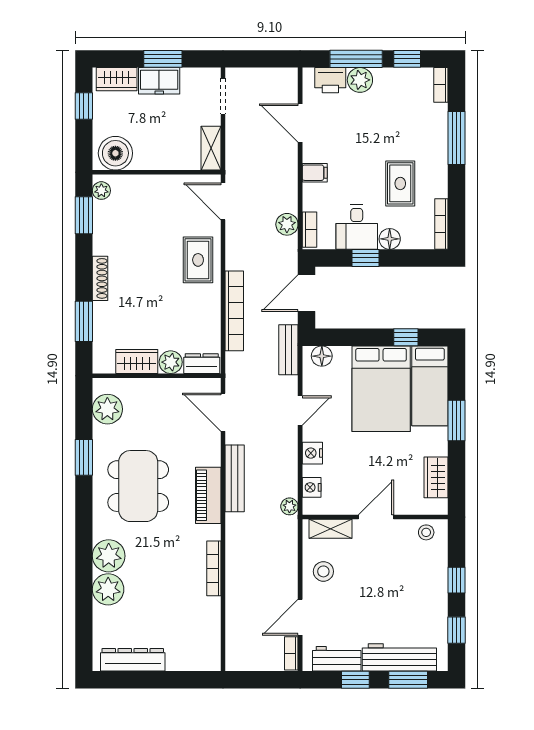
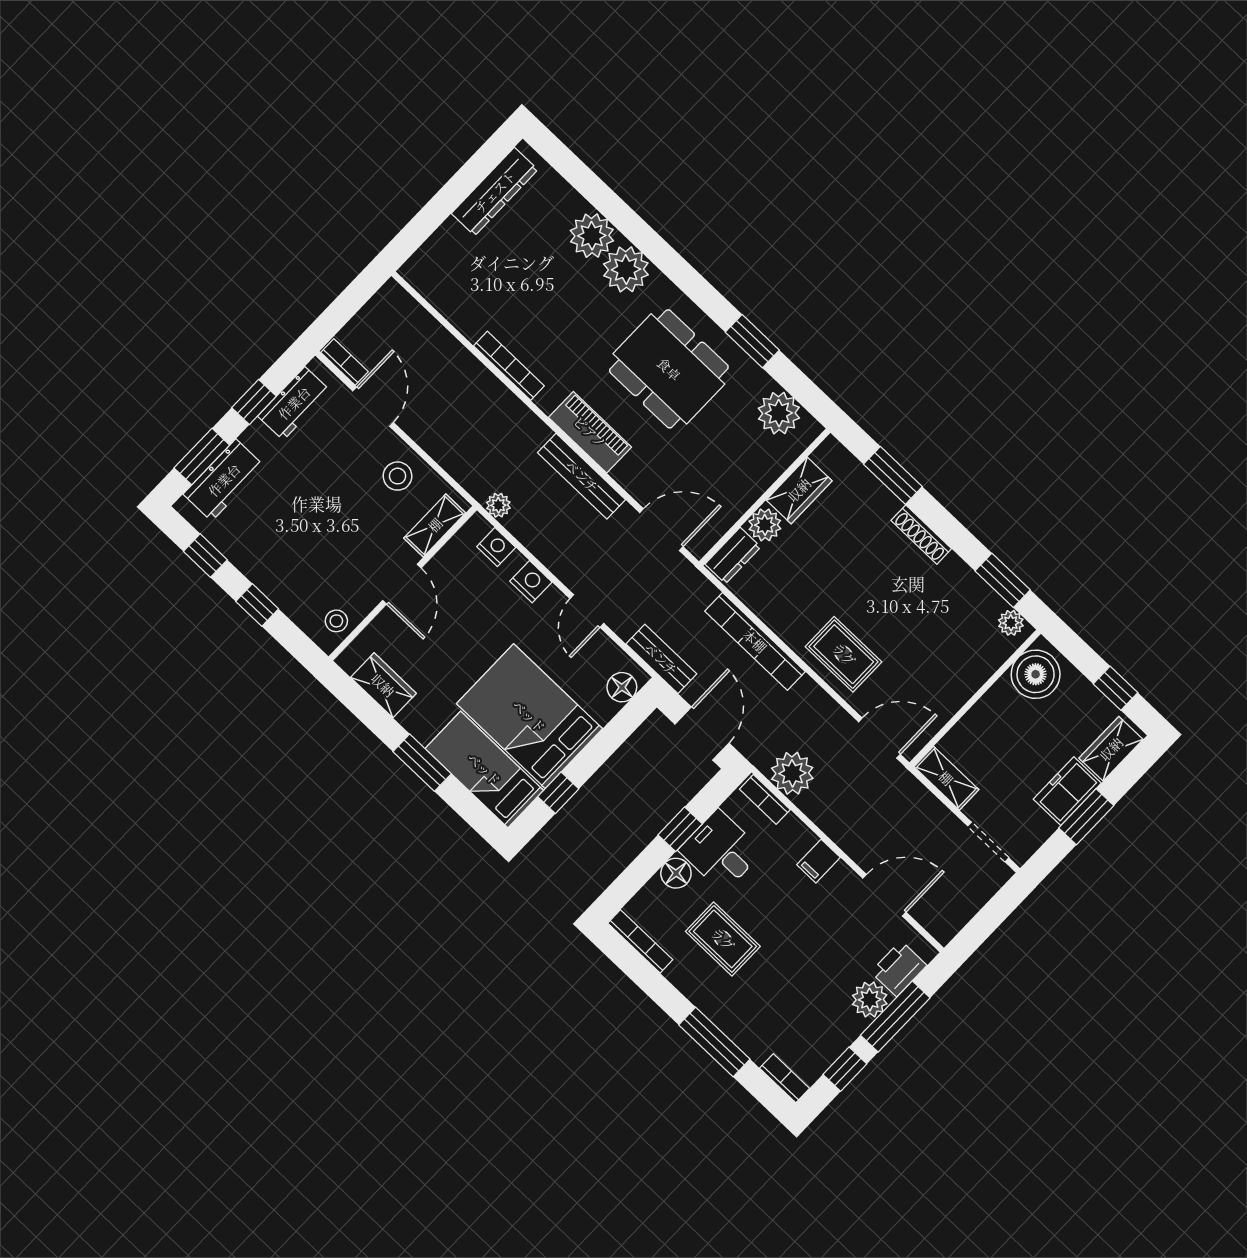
plant: (287, 224) -> (792, 773), width x1.36, depth x1.36
workbench: (399, 657) -> (224, 480), width x0.73

